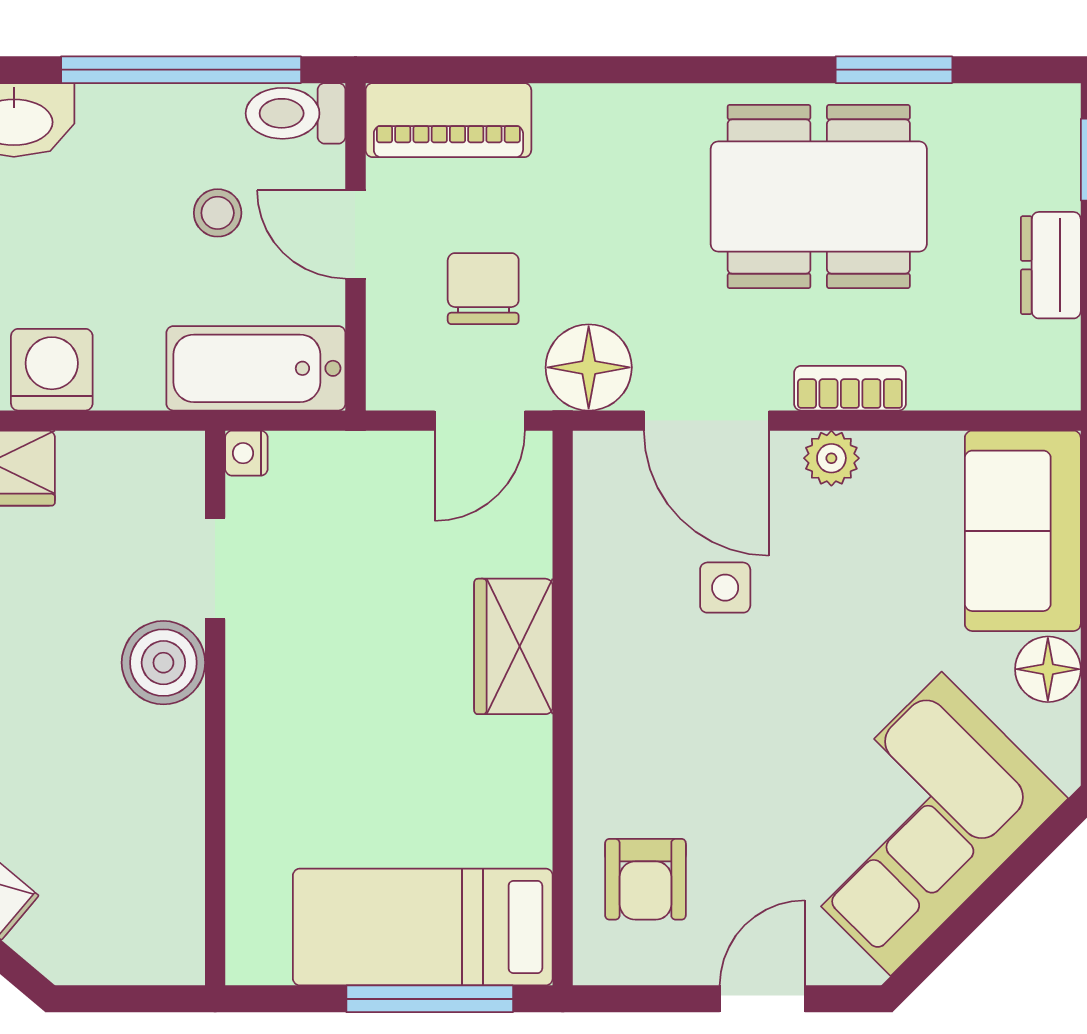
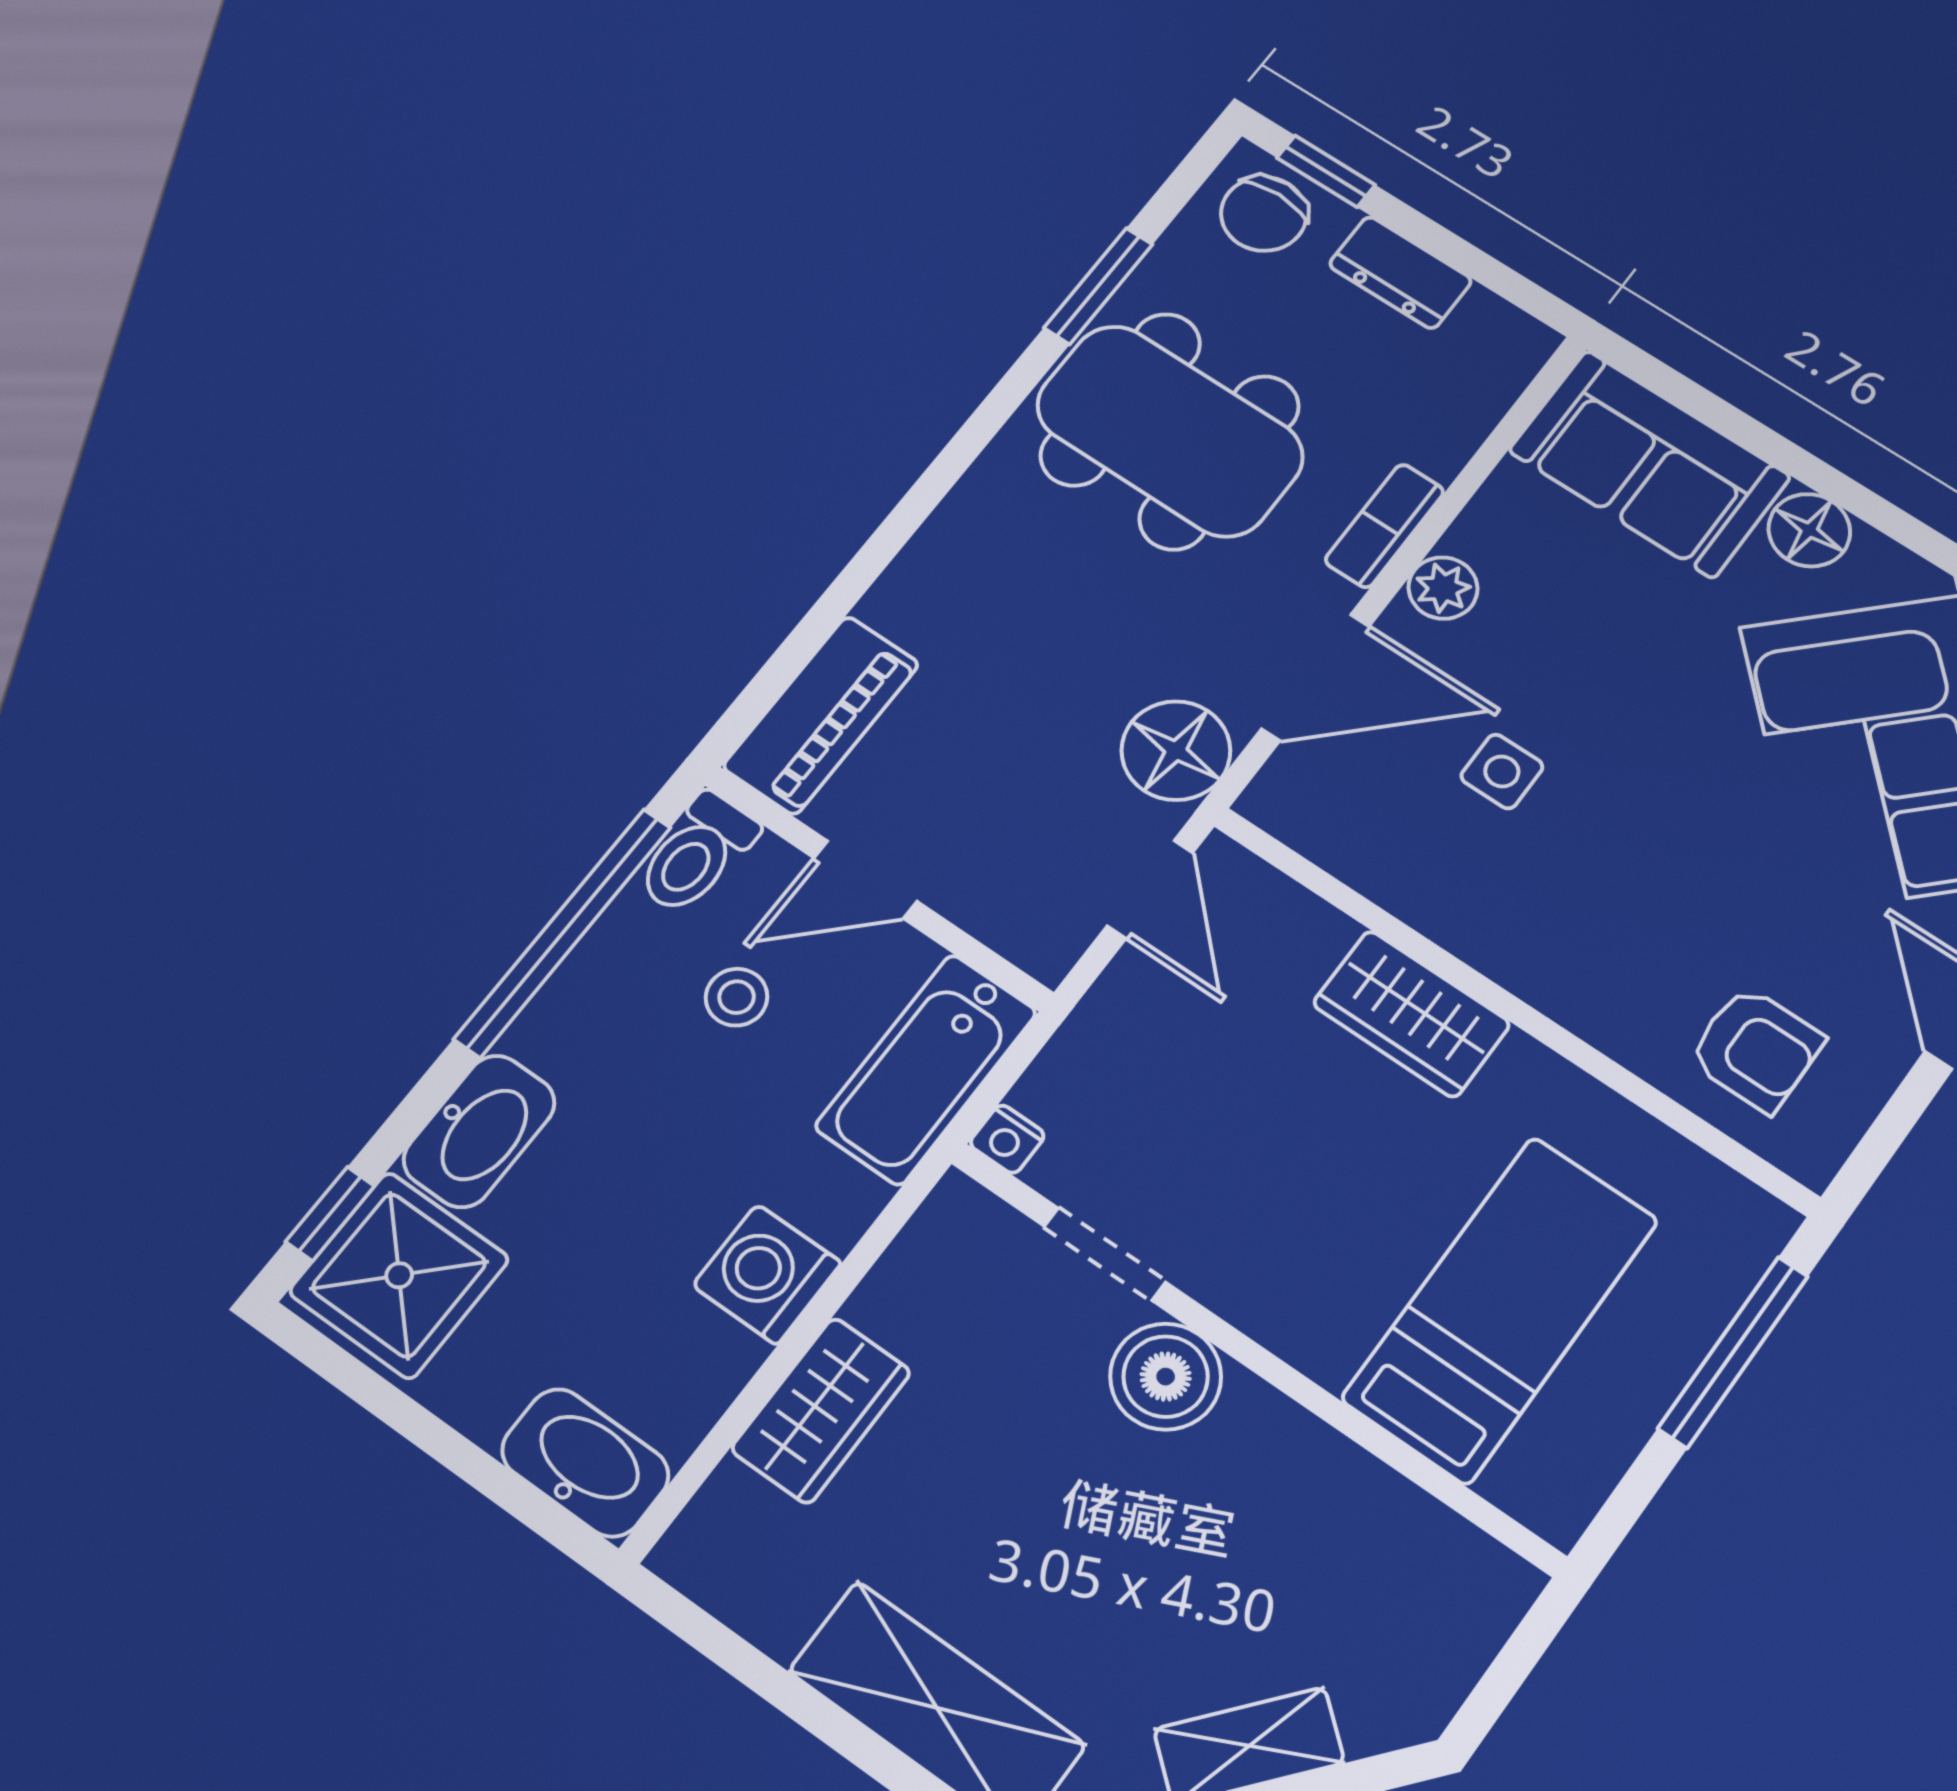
dining table: (819, 196) -> (1170, 431), turned 90
chair: (483, 289) -> (1264, 214), moved, turned -90
bed: (423, 927) -> (1500, 1309), moved, turned 180

